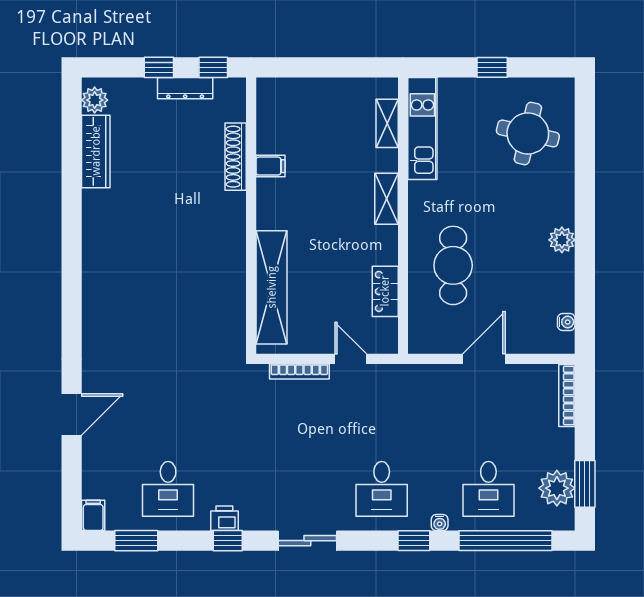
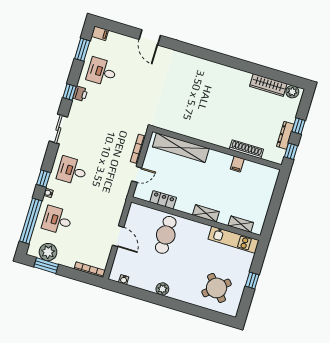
round table: (528, 133) -> (217, 288), turned 36
cafe table: (453, 265) -> (166, 235), turned 90

